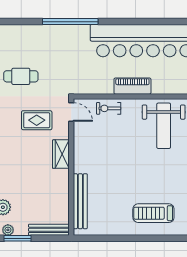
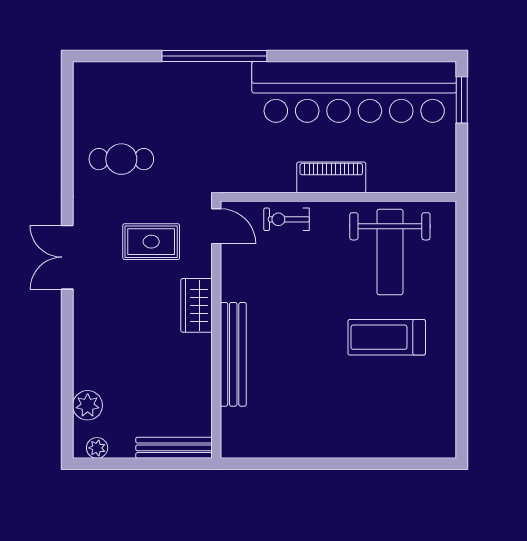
bench: (80, 201) -> (233, 354), moved
treadmill: (153, 213) -> (387, 337), moved
window: (17, 238) -> (115, 464), removed

